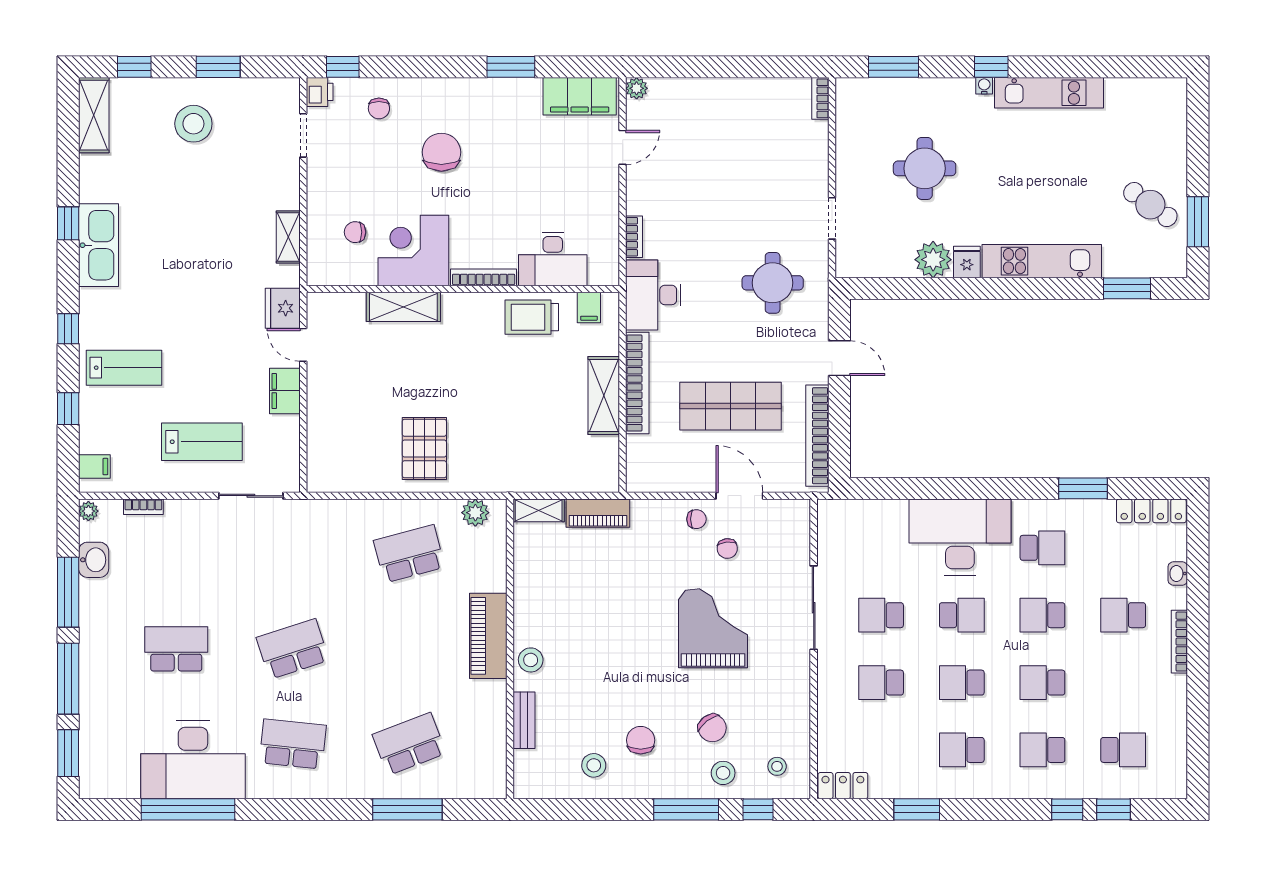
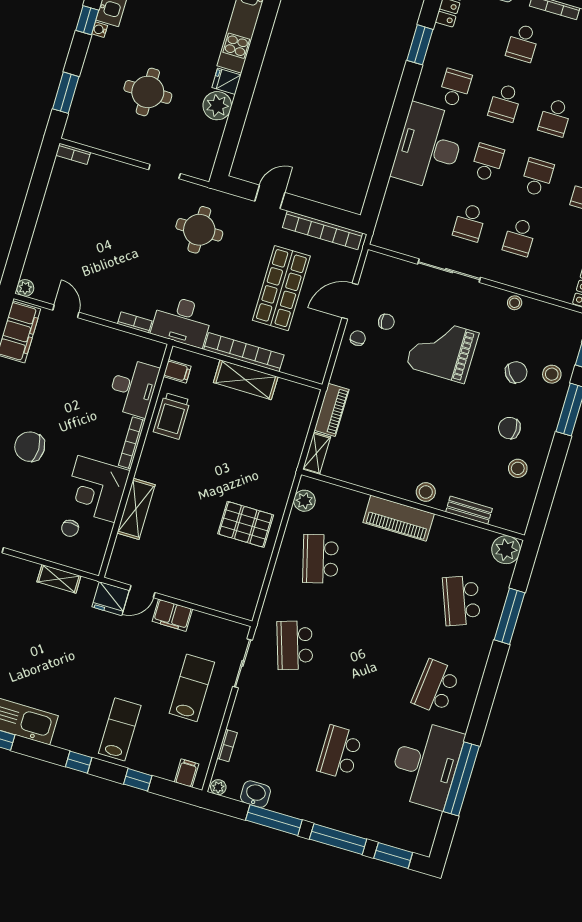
school desk: (293, 649) -> (295, 645), moved
school desk: (962, 683) -> (537, 177), turned 180
stool: (777, 766) -> (515, 303), moved
plant: (489, 781) -> (506, 550), added

